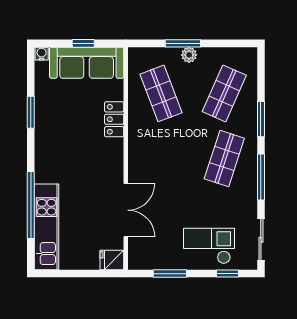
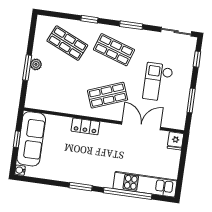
shop shelf: (161, 93) -> (108, 95), moved
window: (31, 112) -> (81, 187), moved
locker: (114, 119) -> (85, 126), moved
window: (261, 119) -> (89, 19), width x0.67
window: (261, 177) -> (131, 25), width x0.69
checkout: (209, 246) -> (158, 82), moved

